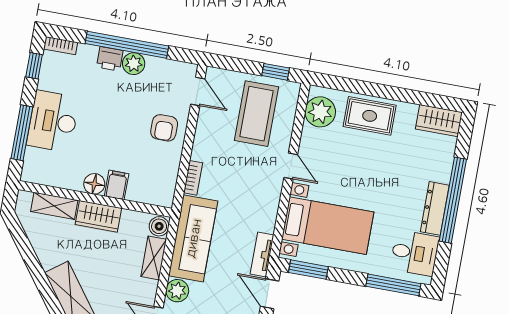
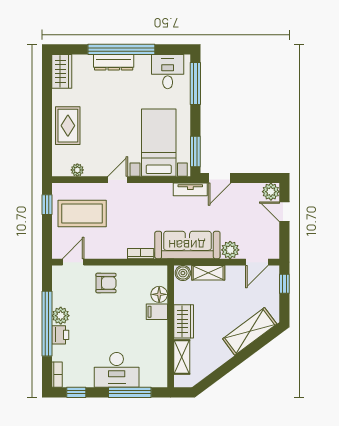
plant: (320, 112) -> (77, 170), width x0.53, depth x0.53
floor lamp: (94, 184) -> (159, 294), moved
dresser: (435, 208) -> (114, 62), moved

